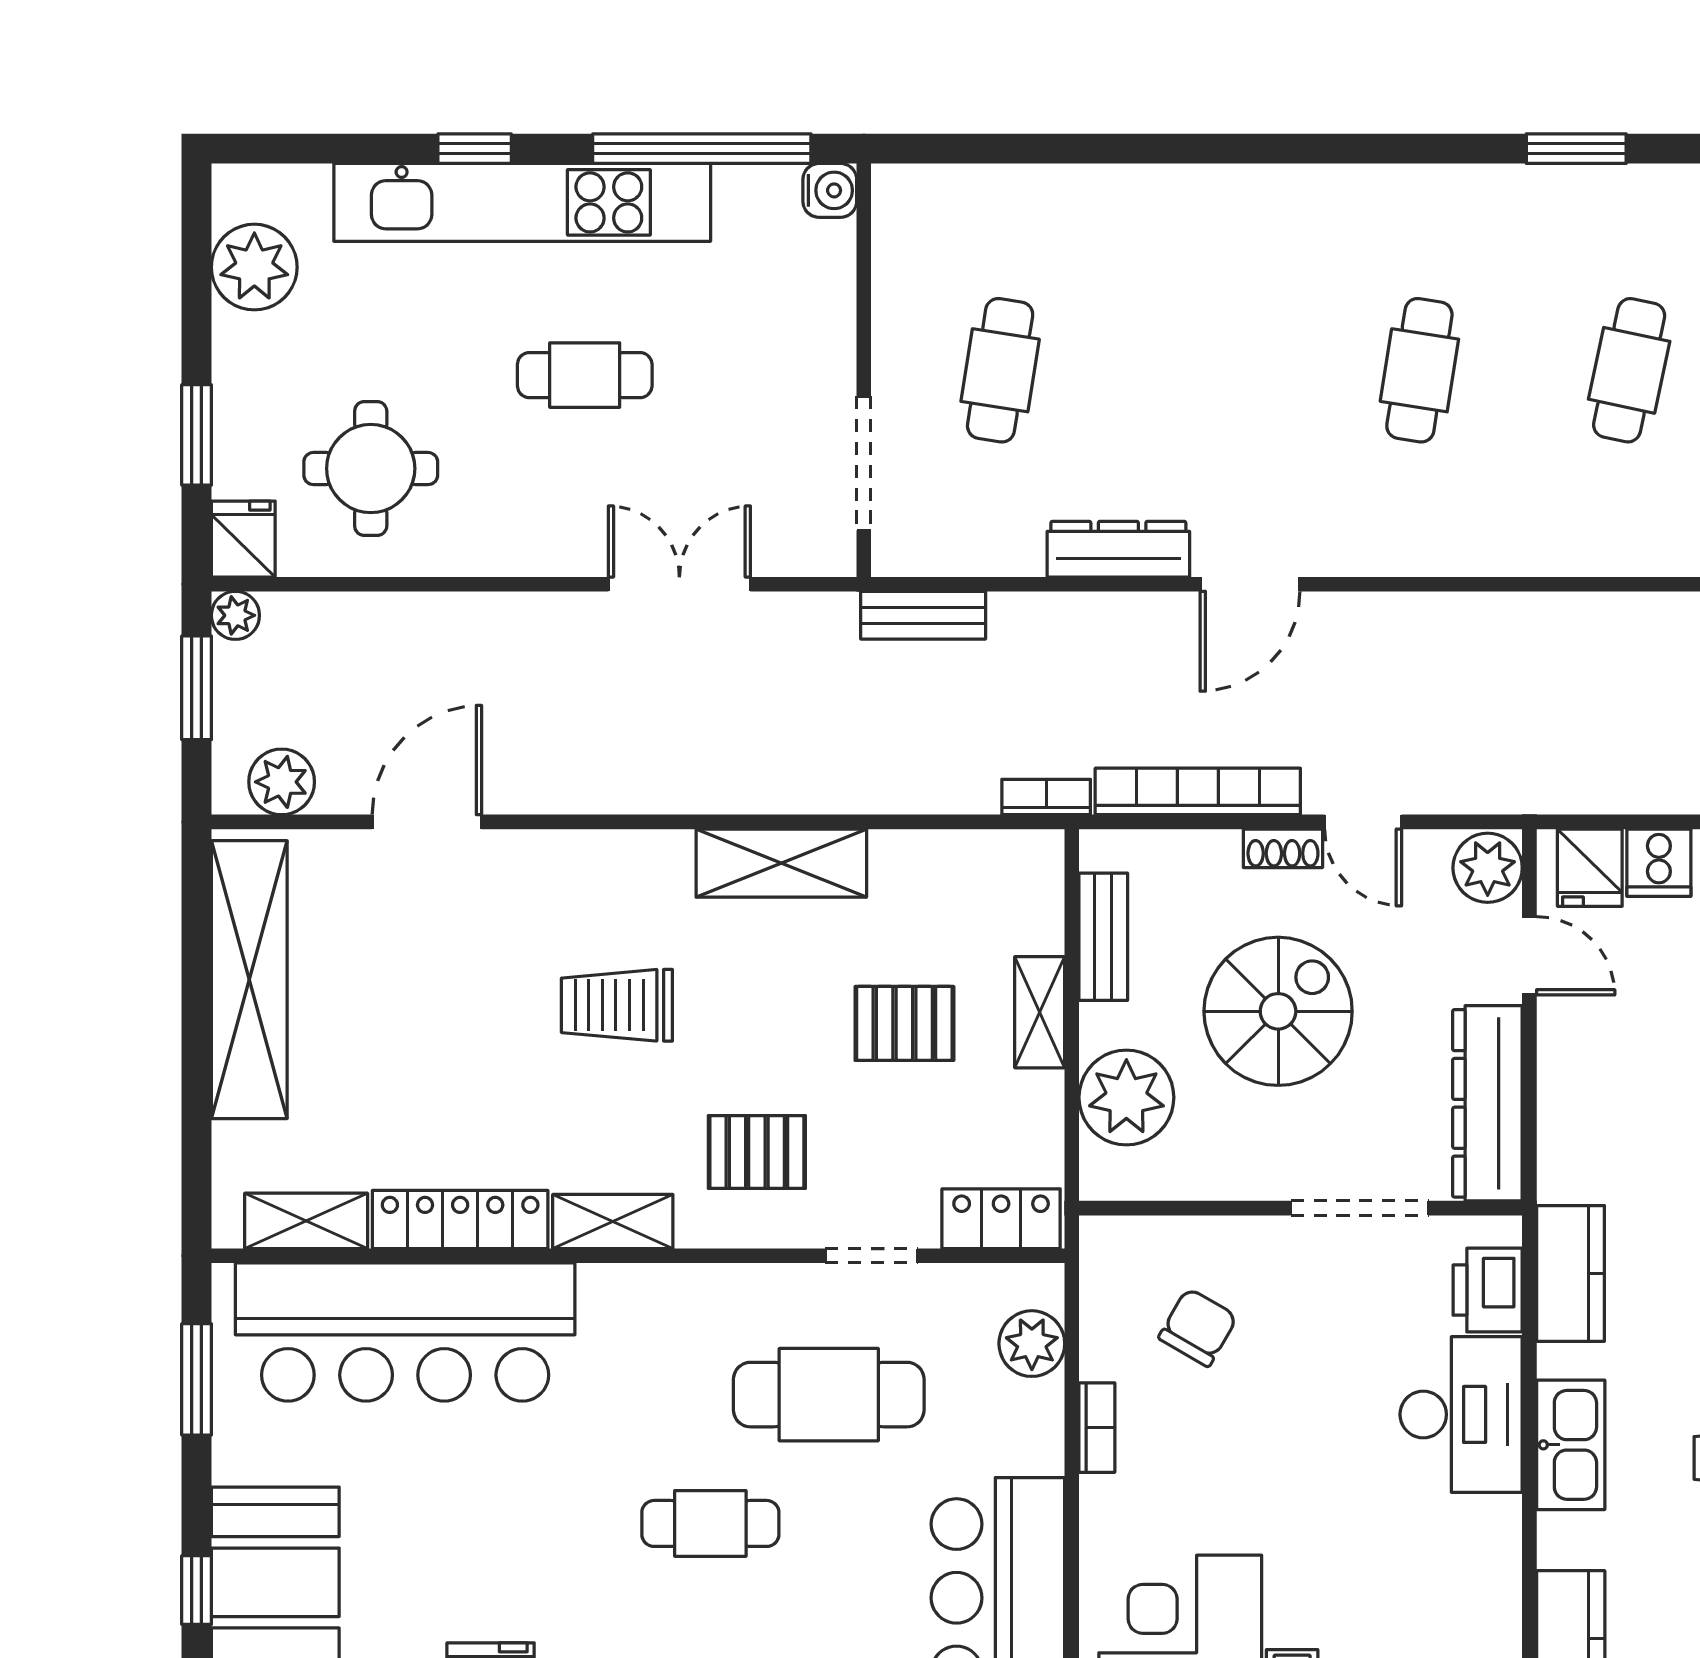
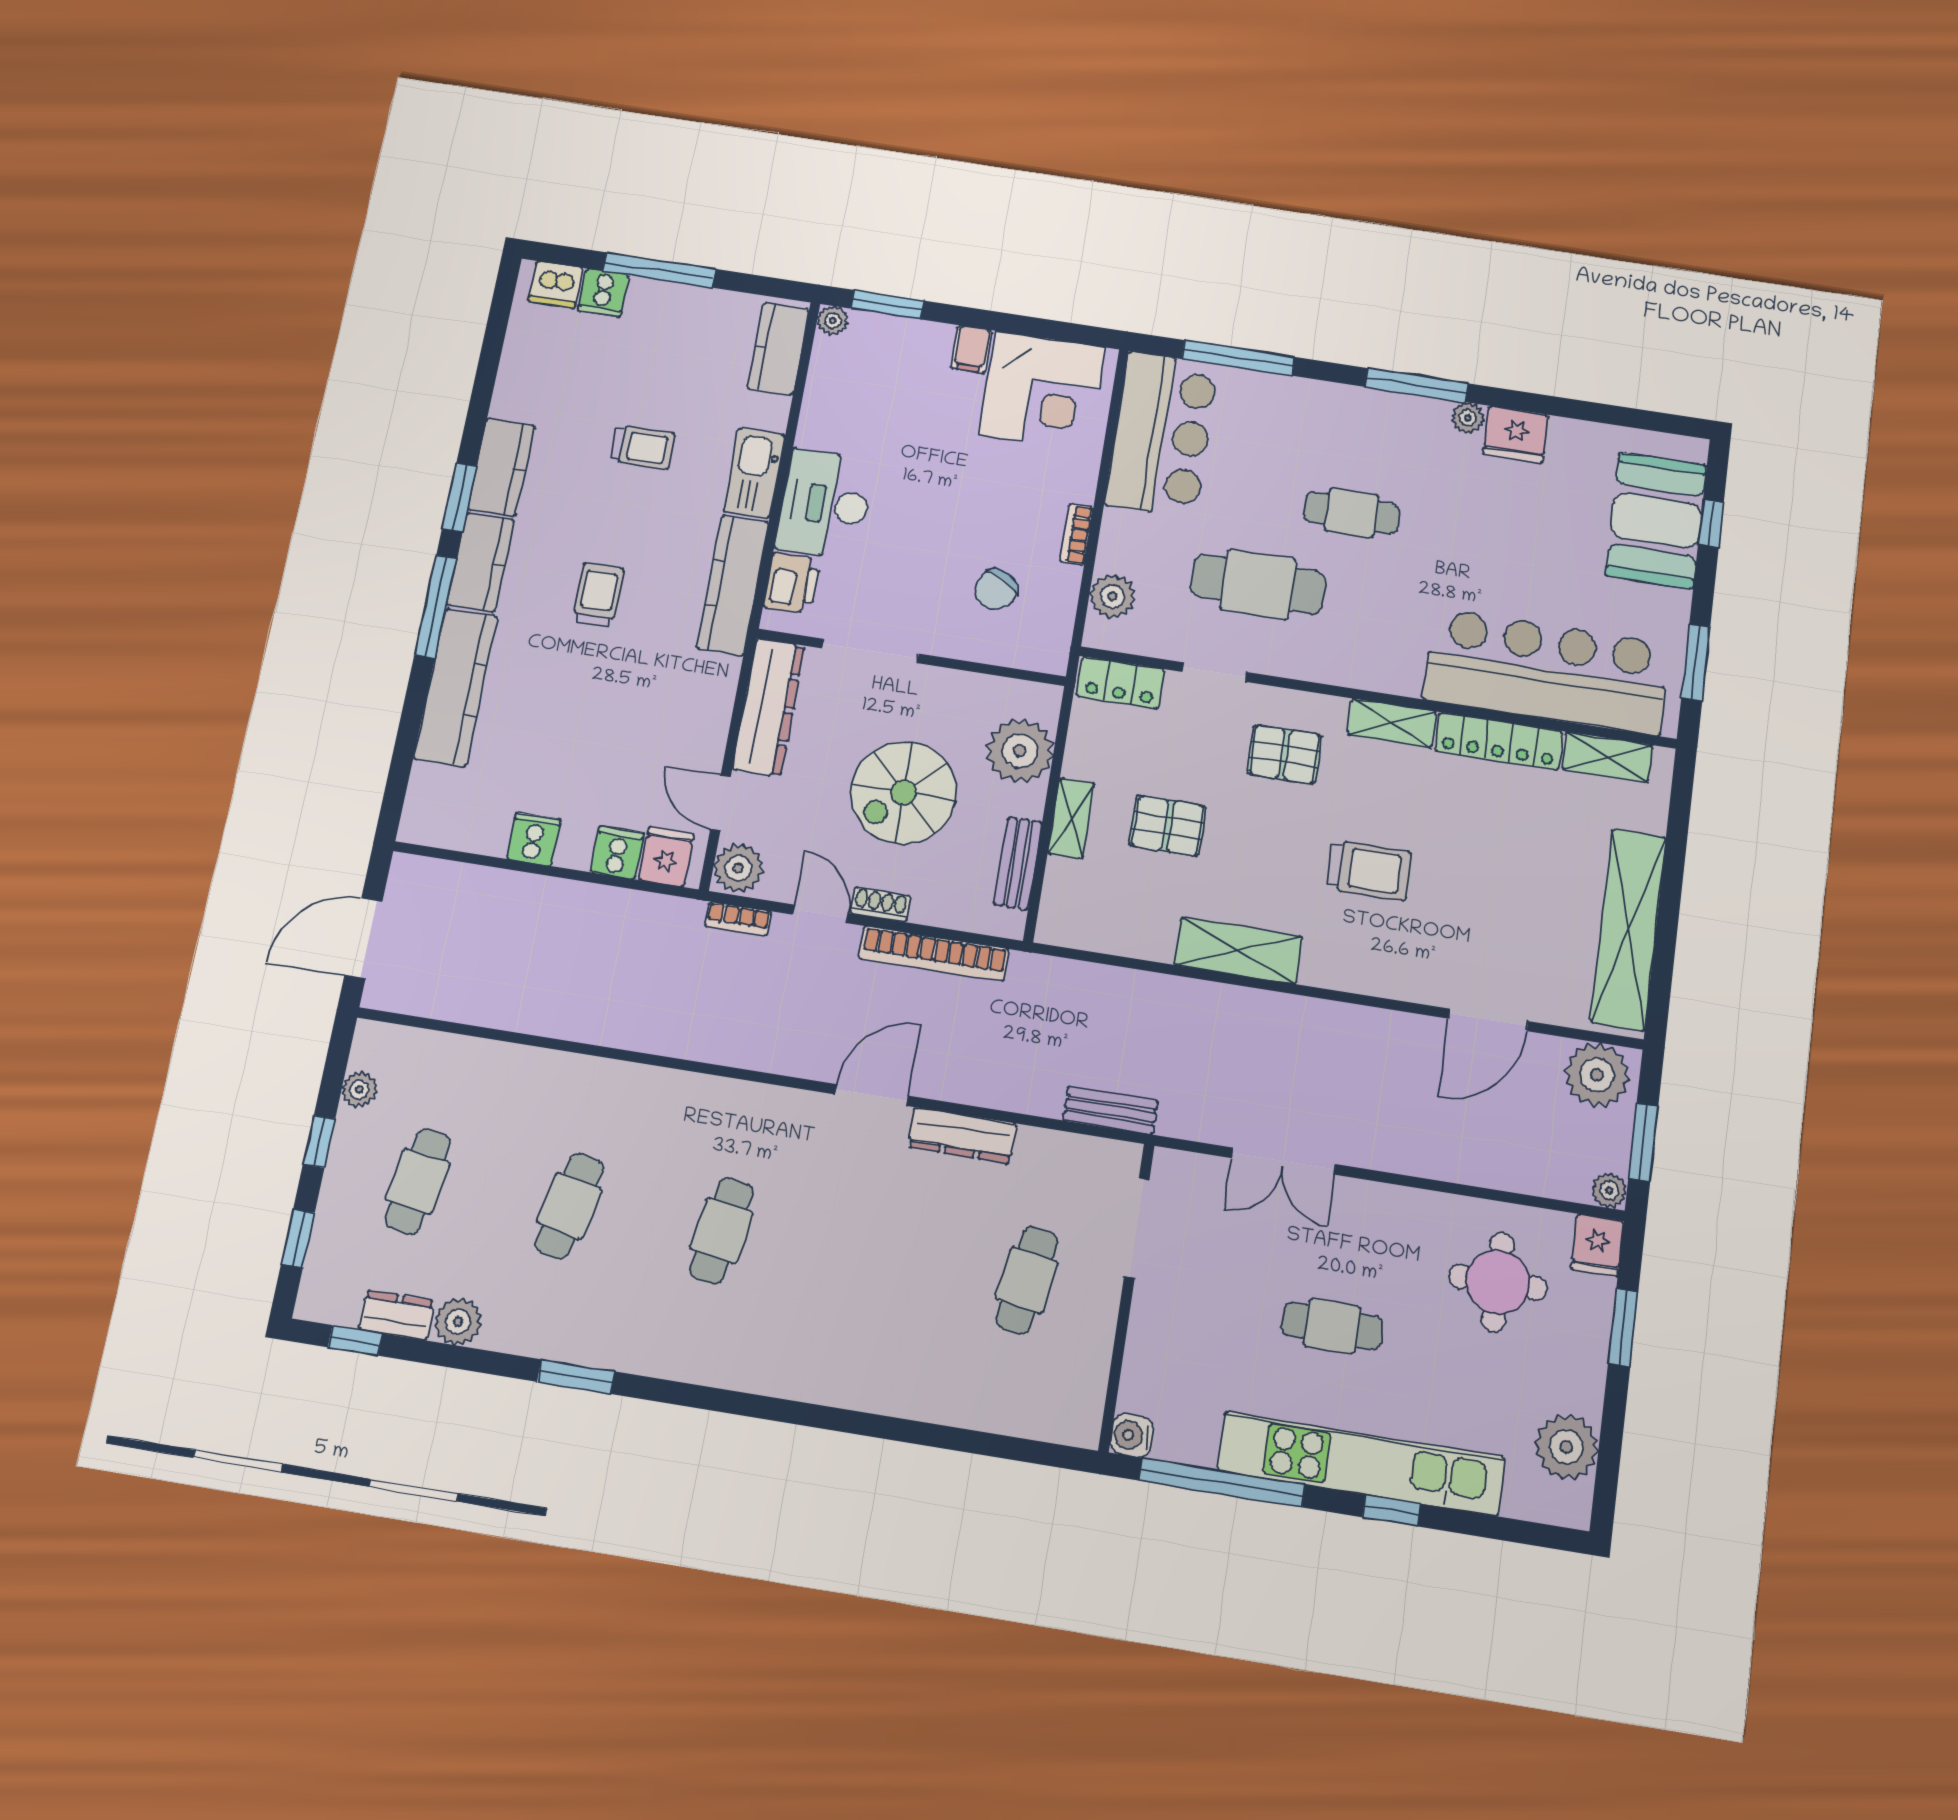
plant: (282, 782) -> (1597, 1075), width x1.36, depth x1.36
bookcase: (1046, 797) -> (738, 919), moved
kitchen counter: (1570, 1273) -> (733, 585), width x1.50

